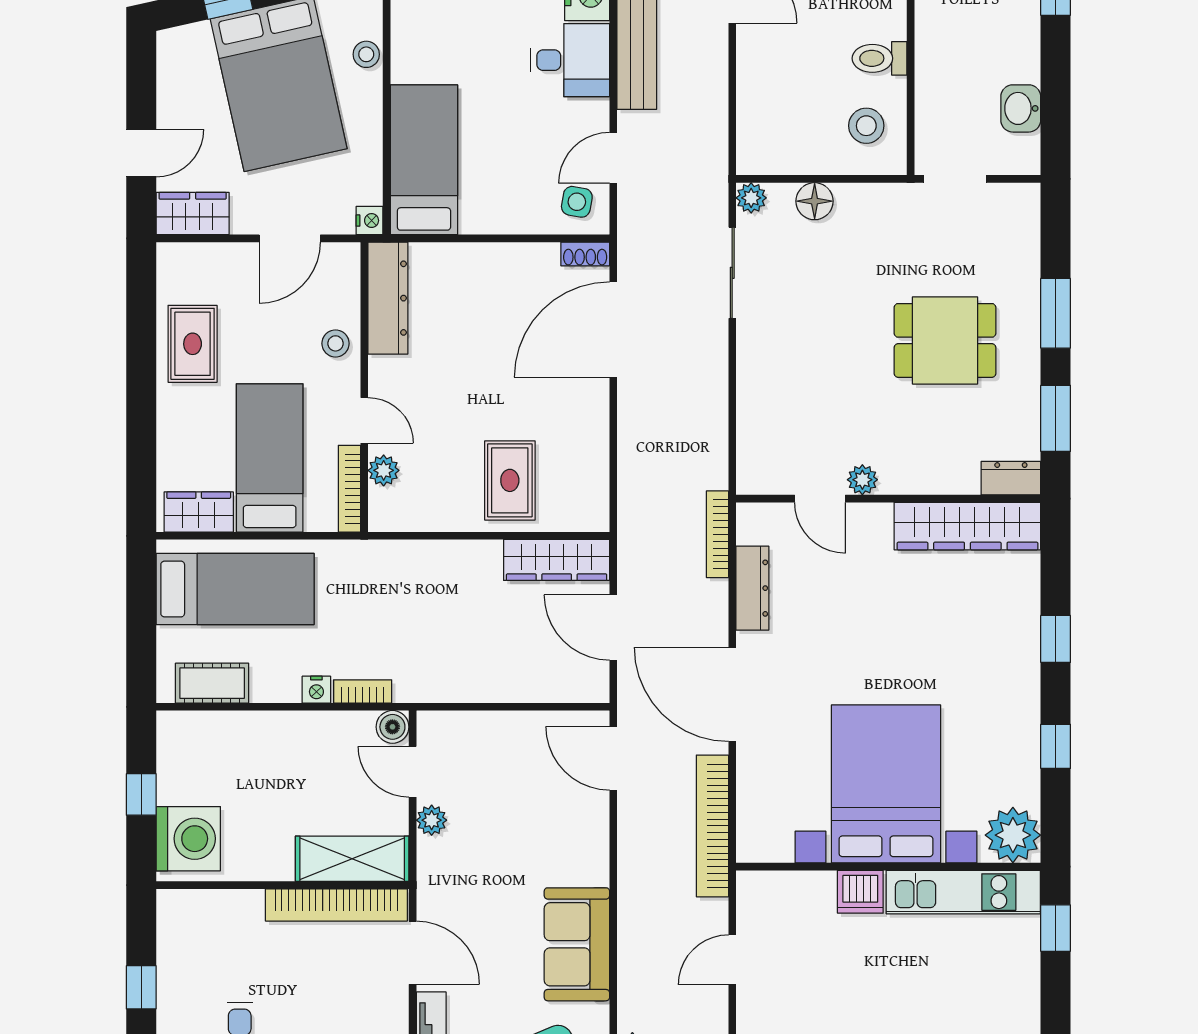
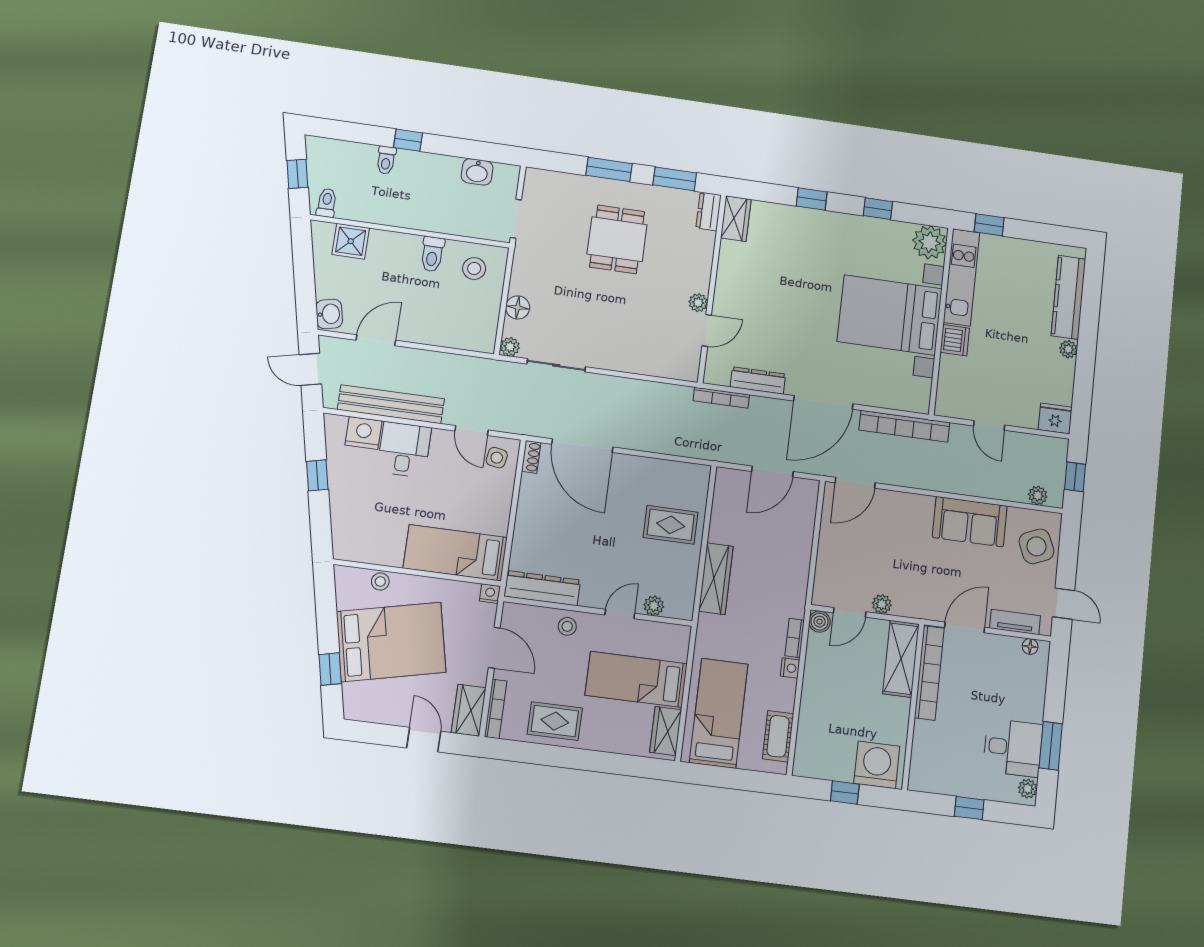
bookcase: (349, 489) -> (496, 709), moved, turned -90
wardrobe: (967, 526) -> (736, 219), width x0.48, depth x0.85
wardrobe: (557, 560) -> (716, 579), moved

